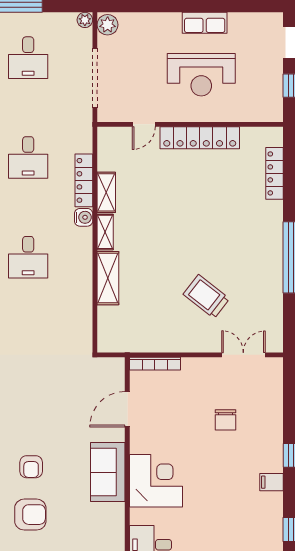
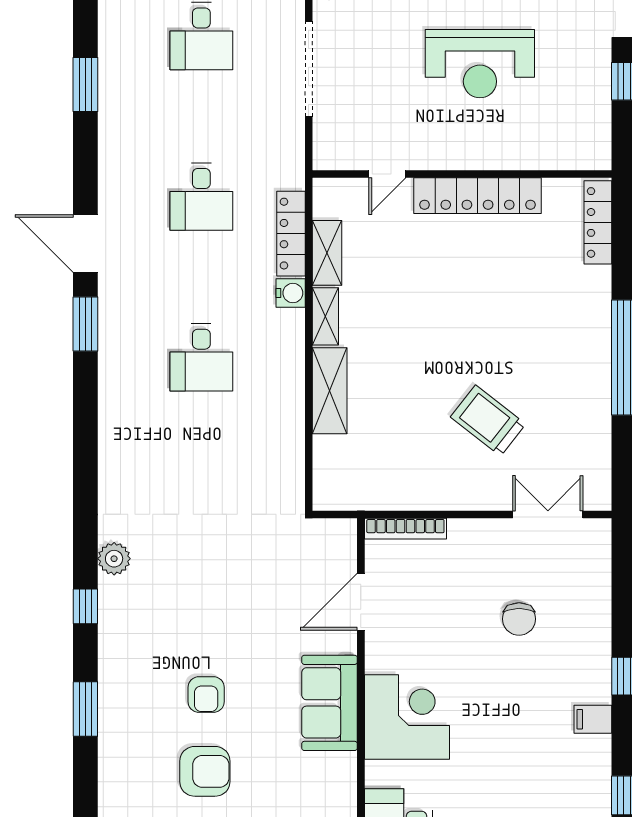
door: (144, 124) -> (387, 174), moved
wall: (190, 124) -> (462, 174), moved
locker: (200, 138) -> (477, 196), moved

